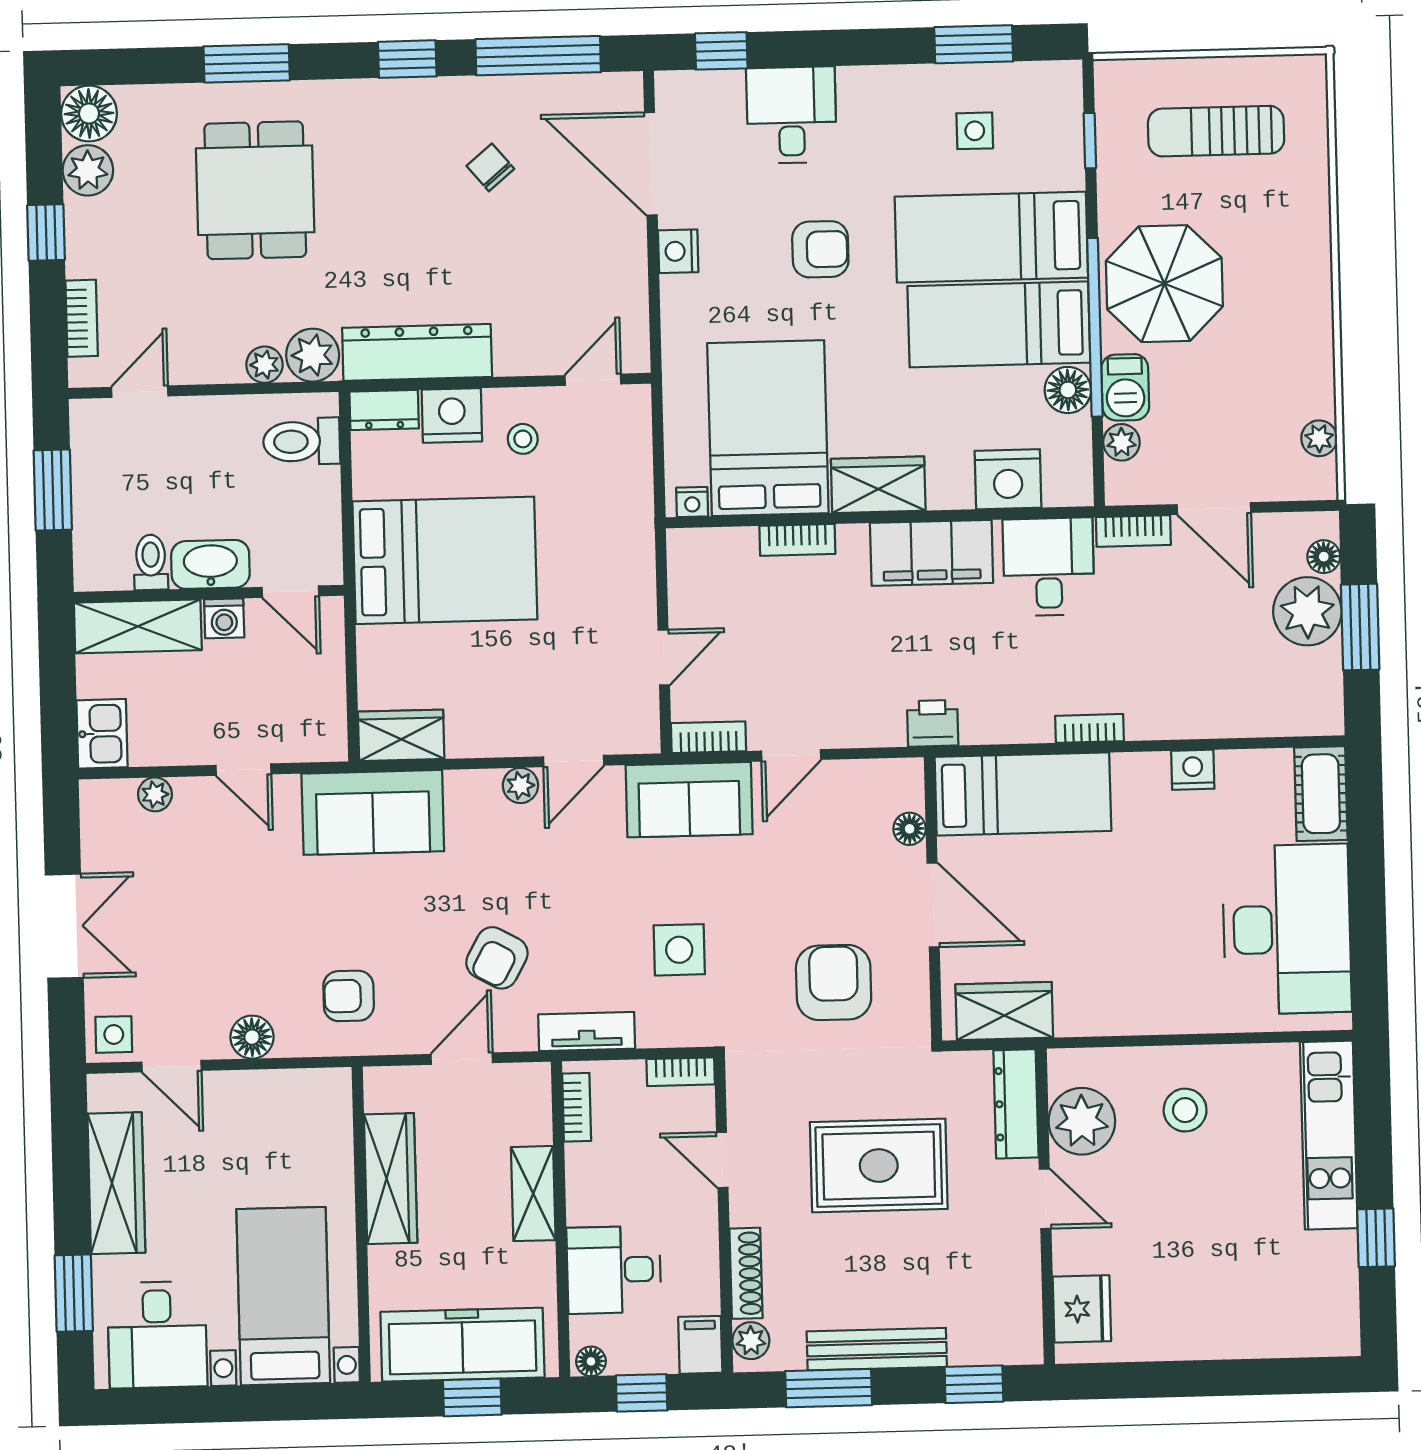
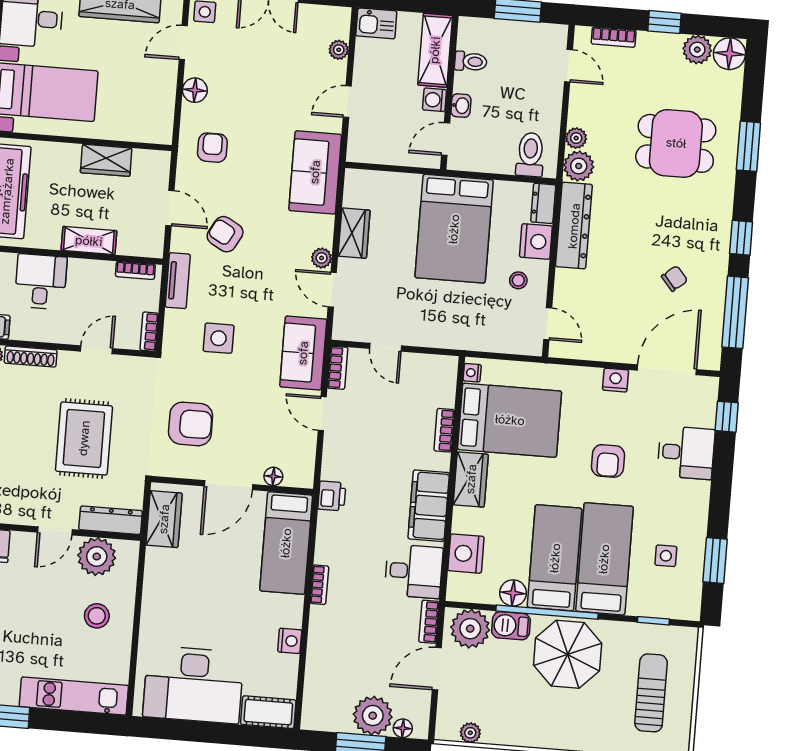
plant: (1121, 442) -> (470, 629), width x1.88, depth x1.88
washbasin: (210, 564) -> (461, 106), width x0.52, depth x0.69
wardrobe: (401, 735) -> (354, 233), moved
wardrobe: (391, 1179) -> (106, 160), width x0.67

